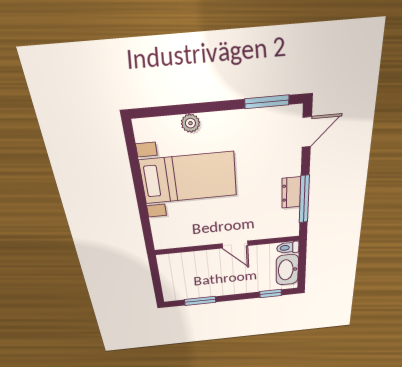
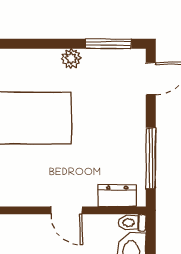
plant: (190, 123) -> (71, 58), moved
dresser: (291, 193) -> (117, 196), moved, turned 90

